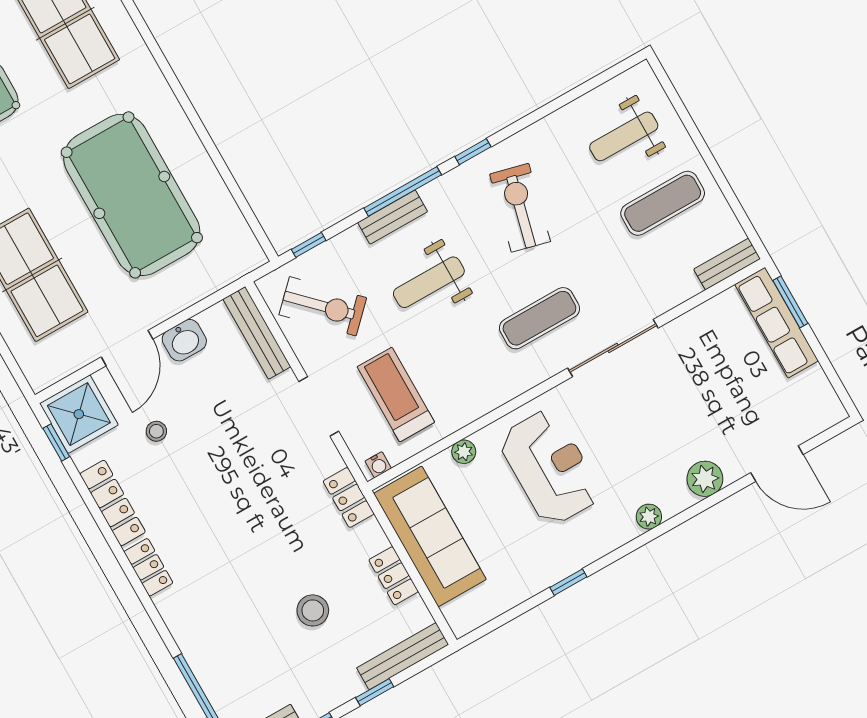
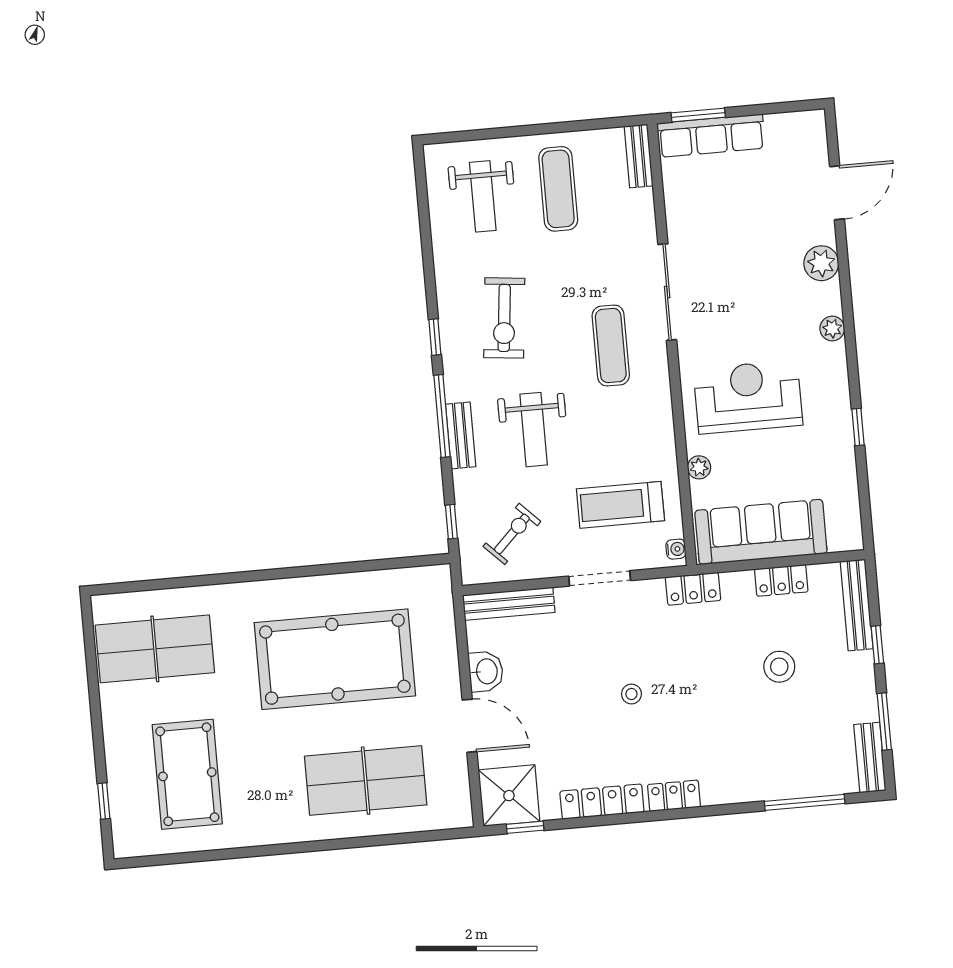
exercise bike: (520, 208) -> (504, 318), turned -98
exercise bike: (323, 306) -> (512, 534), width x0.73, depth x0.72
stool: (156, 431) -> (631, 694), moved

